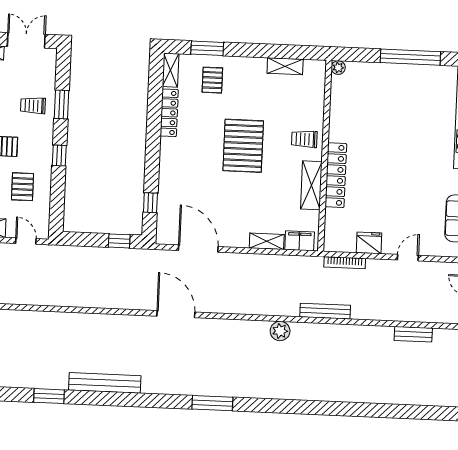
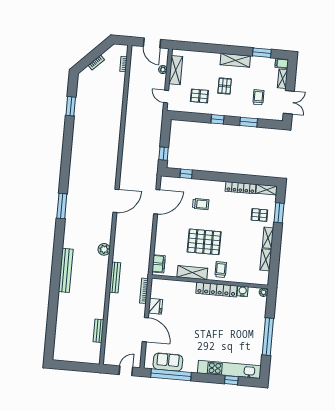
water cooler: (338, 102) -> (243, 291), added
trolley: (33, 106) -> (258, 97), moved
pallet: (243, 146) -> (204, 242), moved
locker: (336, 175) -> (216, 290), moved
trolley: (199, 177) -> (201, 204), added
door: (26, 241) -> (166, 97), swing flipped
shelving: (267, 241) -> (268, 238), moved
door: (408, 258) -> (145, 330), width x1.87
door: (176, 314) -> (116, 201), moved
bench: (105, 383) -> (66, 270), moved

